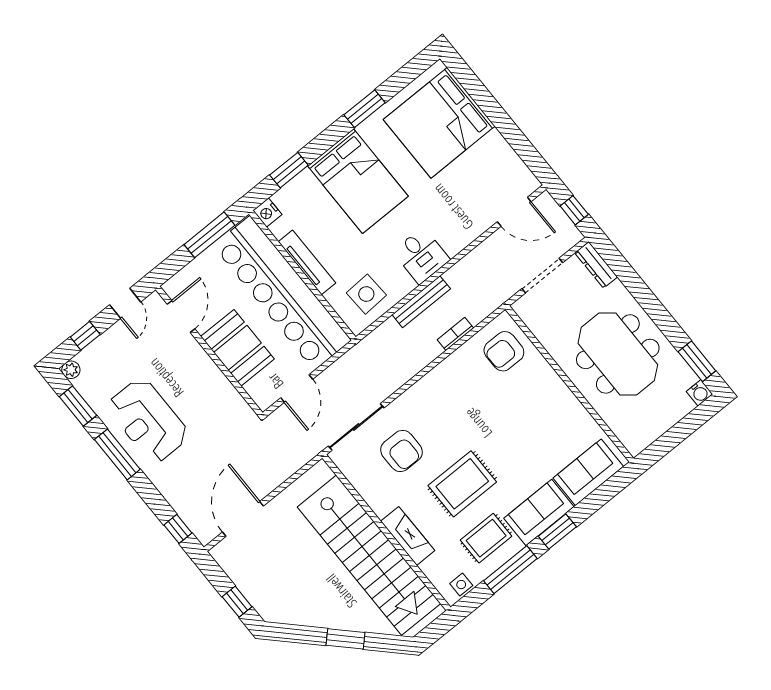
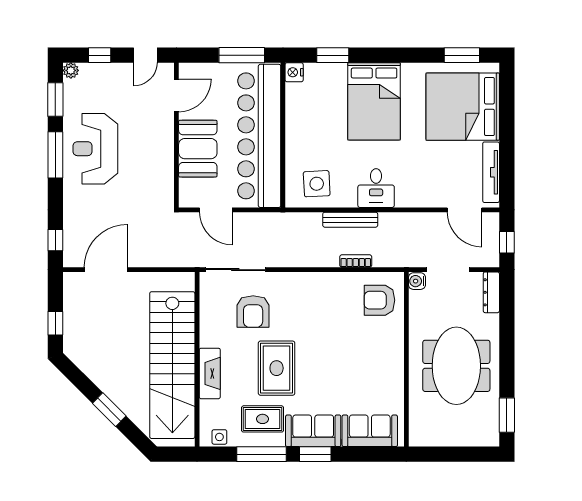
window: (365, 109) -> (462, 55), moved
tv unit: (307, 262) -> (491, 172), moved, turned 180
door: (297, 389) -> (216, 210), hinge flipped
water cooler: (700, 393) -> (417, 281), moved, turned 90
rug: (462, 484) -> (277, 368), turned 90

